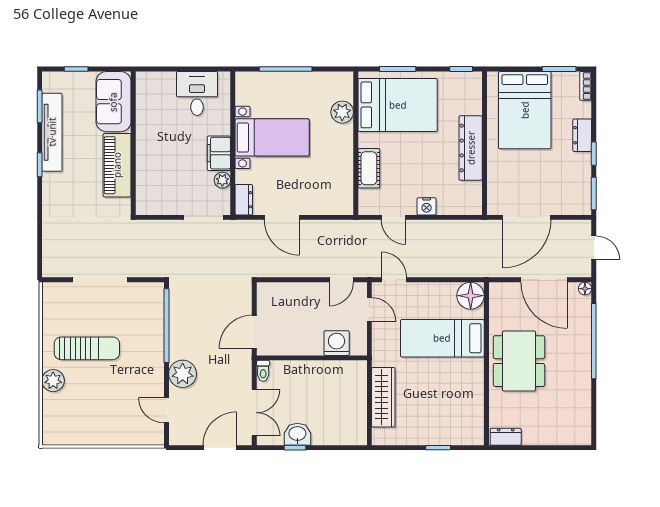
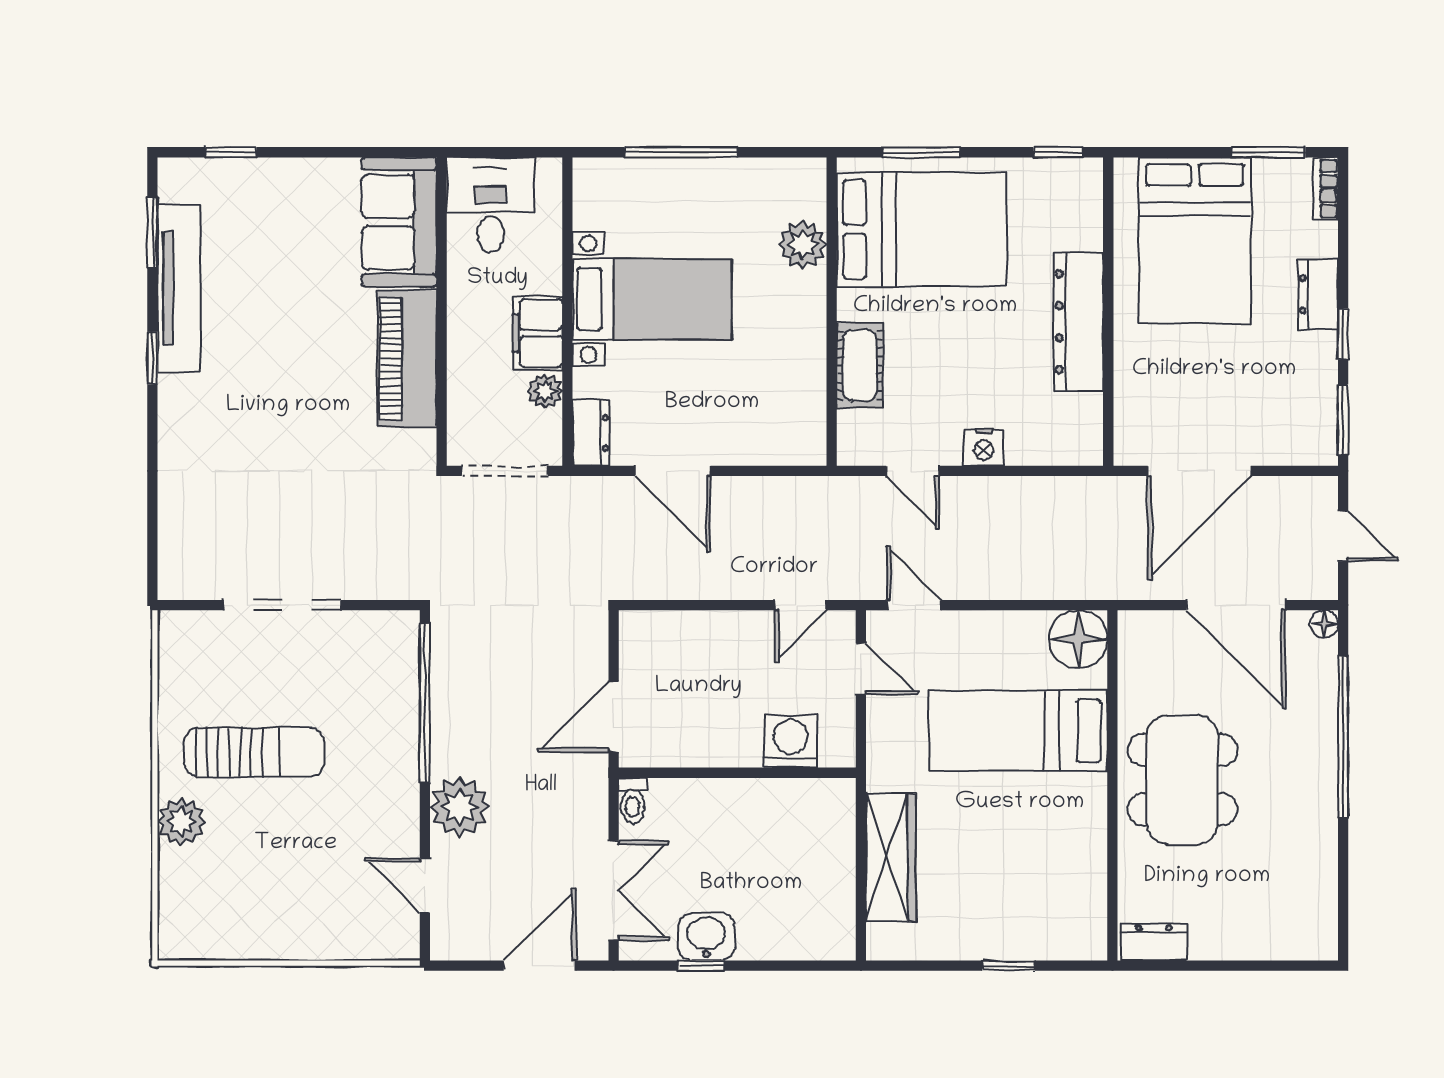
sofa: (113, 102) -> (399, 222), moved
wall: (133, 143) -> (442, 312), moved
piano: (117, 165) -> (407, 359), moved

